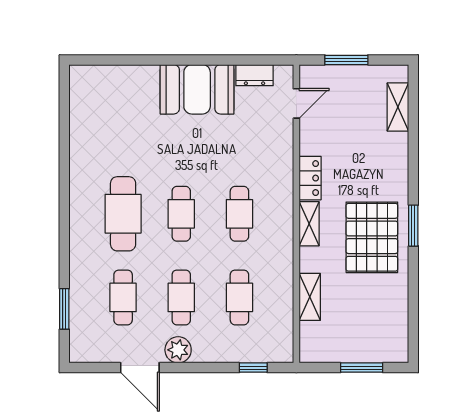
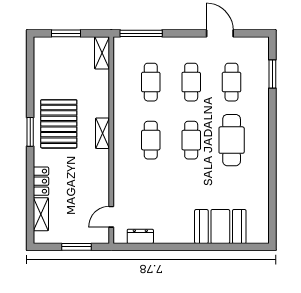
booth: (197, 89) -> (220, 227), moved
locker: (310, 178) -> (41, 181), moved, turned 180
shelving: (310, 297) -> (102, 53), moved
plant: (178, 350) -> (193, 46), removed
window: (253, 368) -> (141, 33), width x2.17

